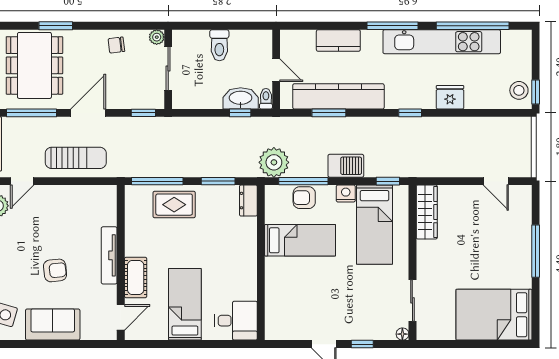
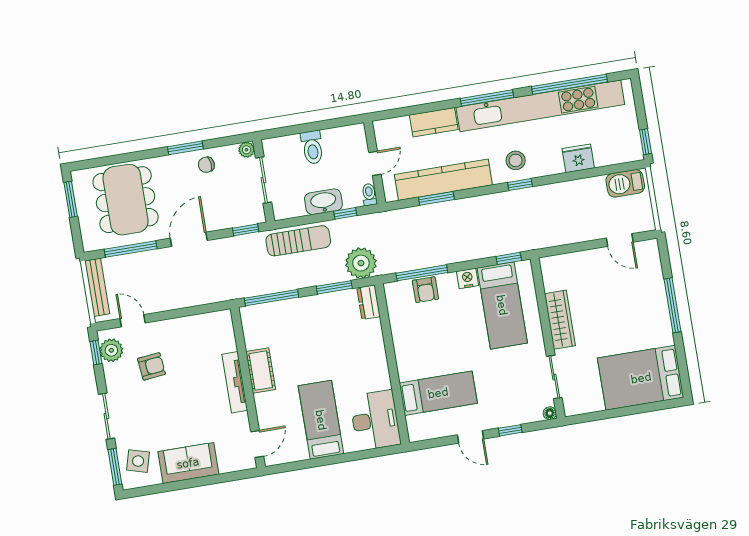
window: (56, 26) -> (185, 148), moved
kitchen unit: (442, 42) -> (540, 106), width x1.36
door: (276, 70) -> (375, 163), hinge flipped
stool: (519, 90) -> (516, 160), moved
fridge: (450, 97) -> (578, 158), moved
washbasin: (241, 98) -> (323, 202), moved
sun lounger: (76, 158) -> (298, 241), moved
plant: (274, 162) -> (361, 263), moved
barbecue: (346, 166) -> (625, 183), moved, turned 180
door: (22, 181) -> (133, 321), swing flipped
armchair: (304, 198) -> (425, 290), turned -90
rug: (174, 205) -> (293, 319), removed
wardrobe: (427, 212) -> (560, 320), moved
bed: (300, 240) -> (438, 393), moved
armchair: (55, 270) -> (152, 366), moved
cot: (136, 277) -> (261, 371), moved
desk: (236, 321) -> (375, 420), width x1.37

